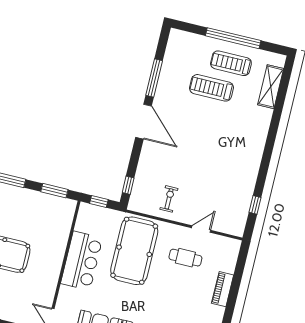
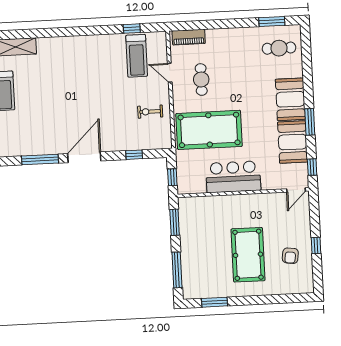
treadmill: (211, 88) -> (137, 56), moved
window: (128, 185) -> (134, 155), moved
piano: (223, 289) -> (189, 37), moved

